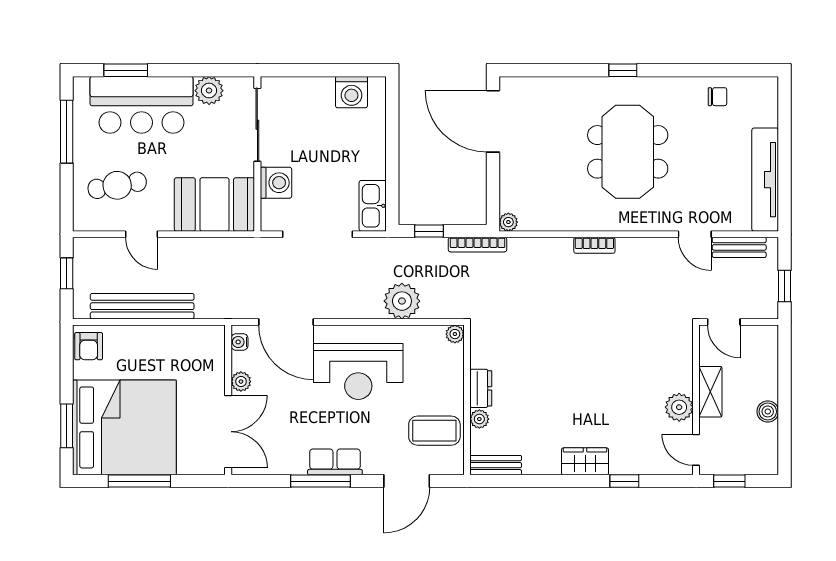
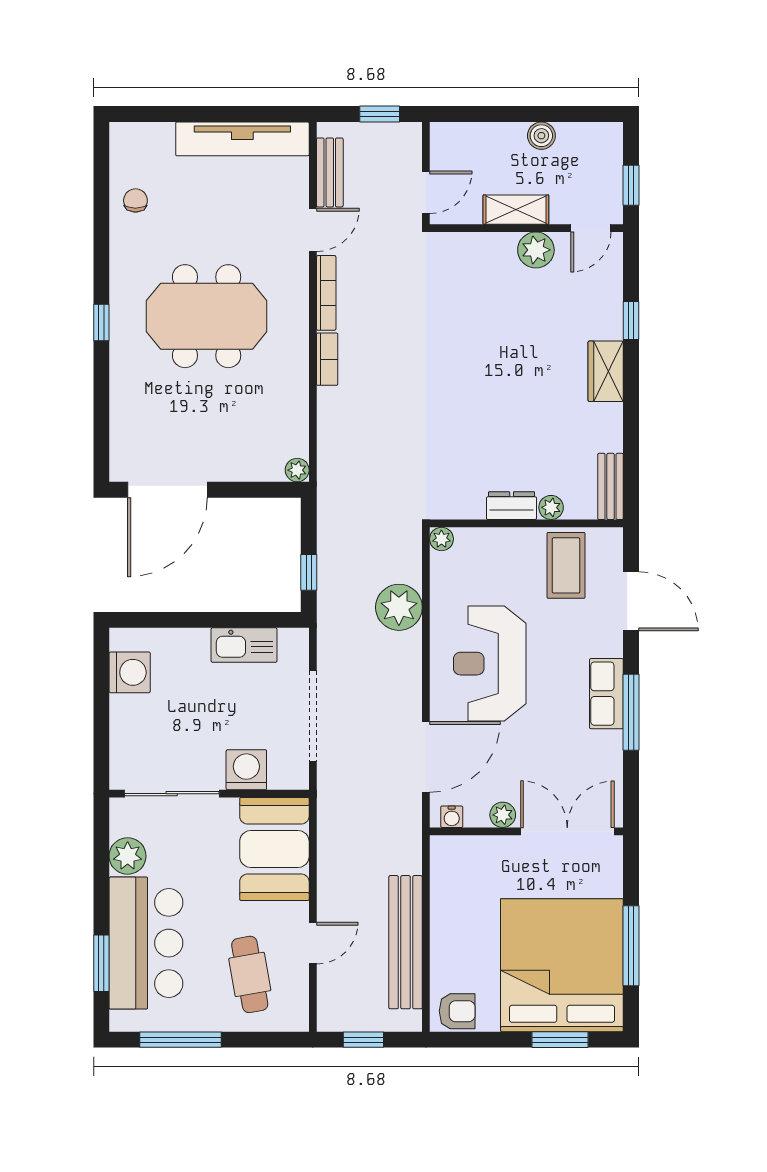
kitchen sink: (373, 206) -> (244, 645), moved
bookcase: (477, 245) -> (326, 293), moved
reception desk: (358, 371) -> (490, 664), turned 180

